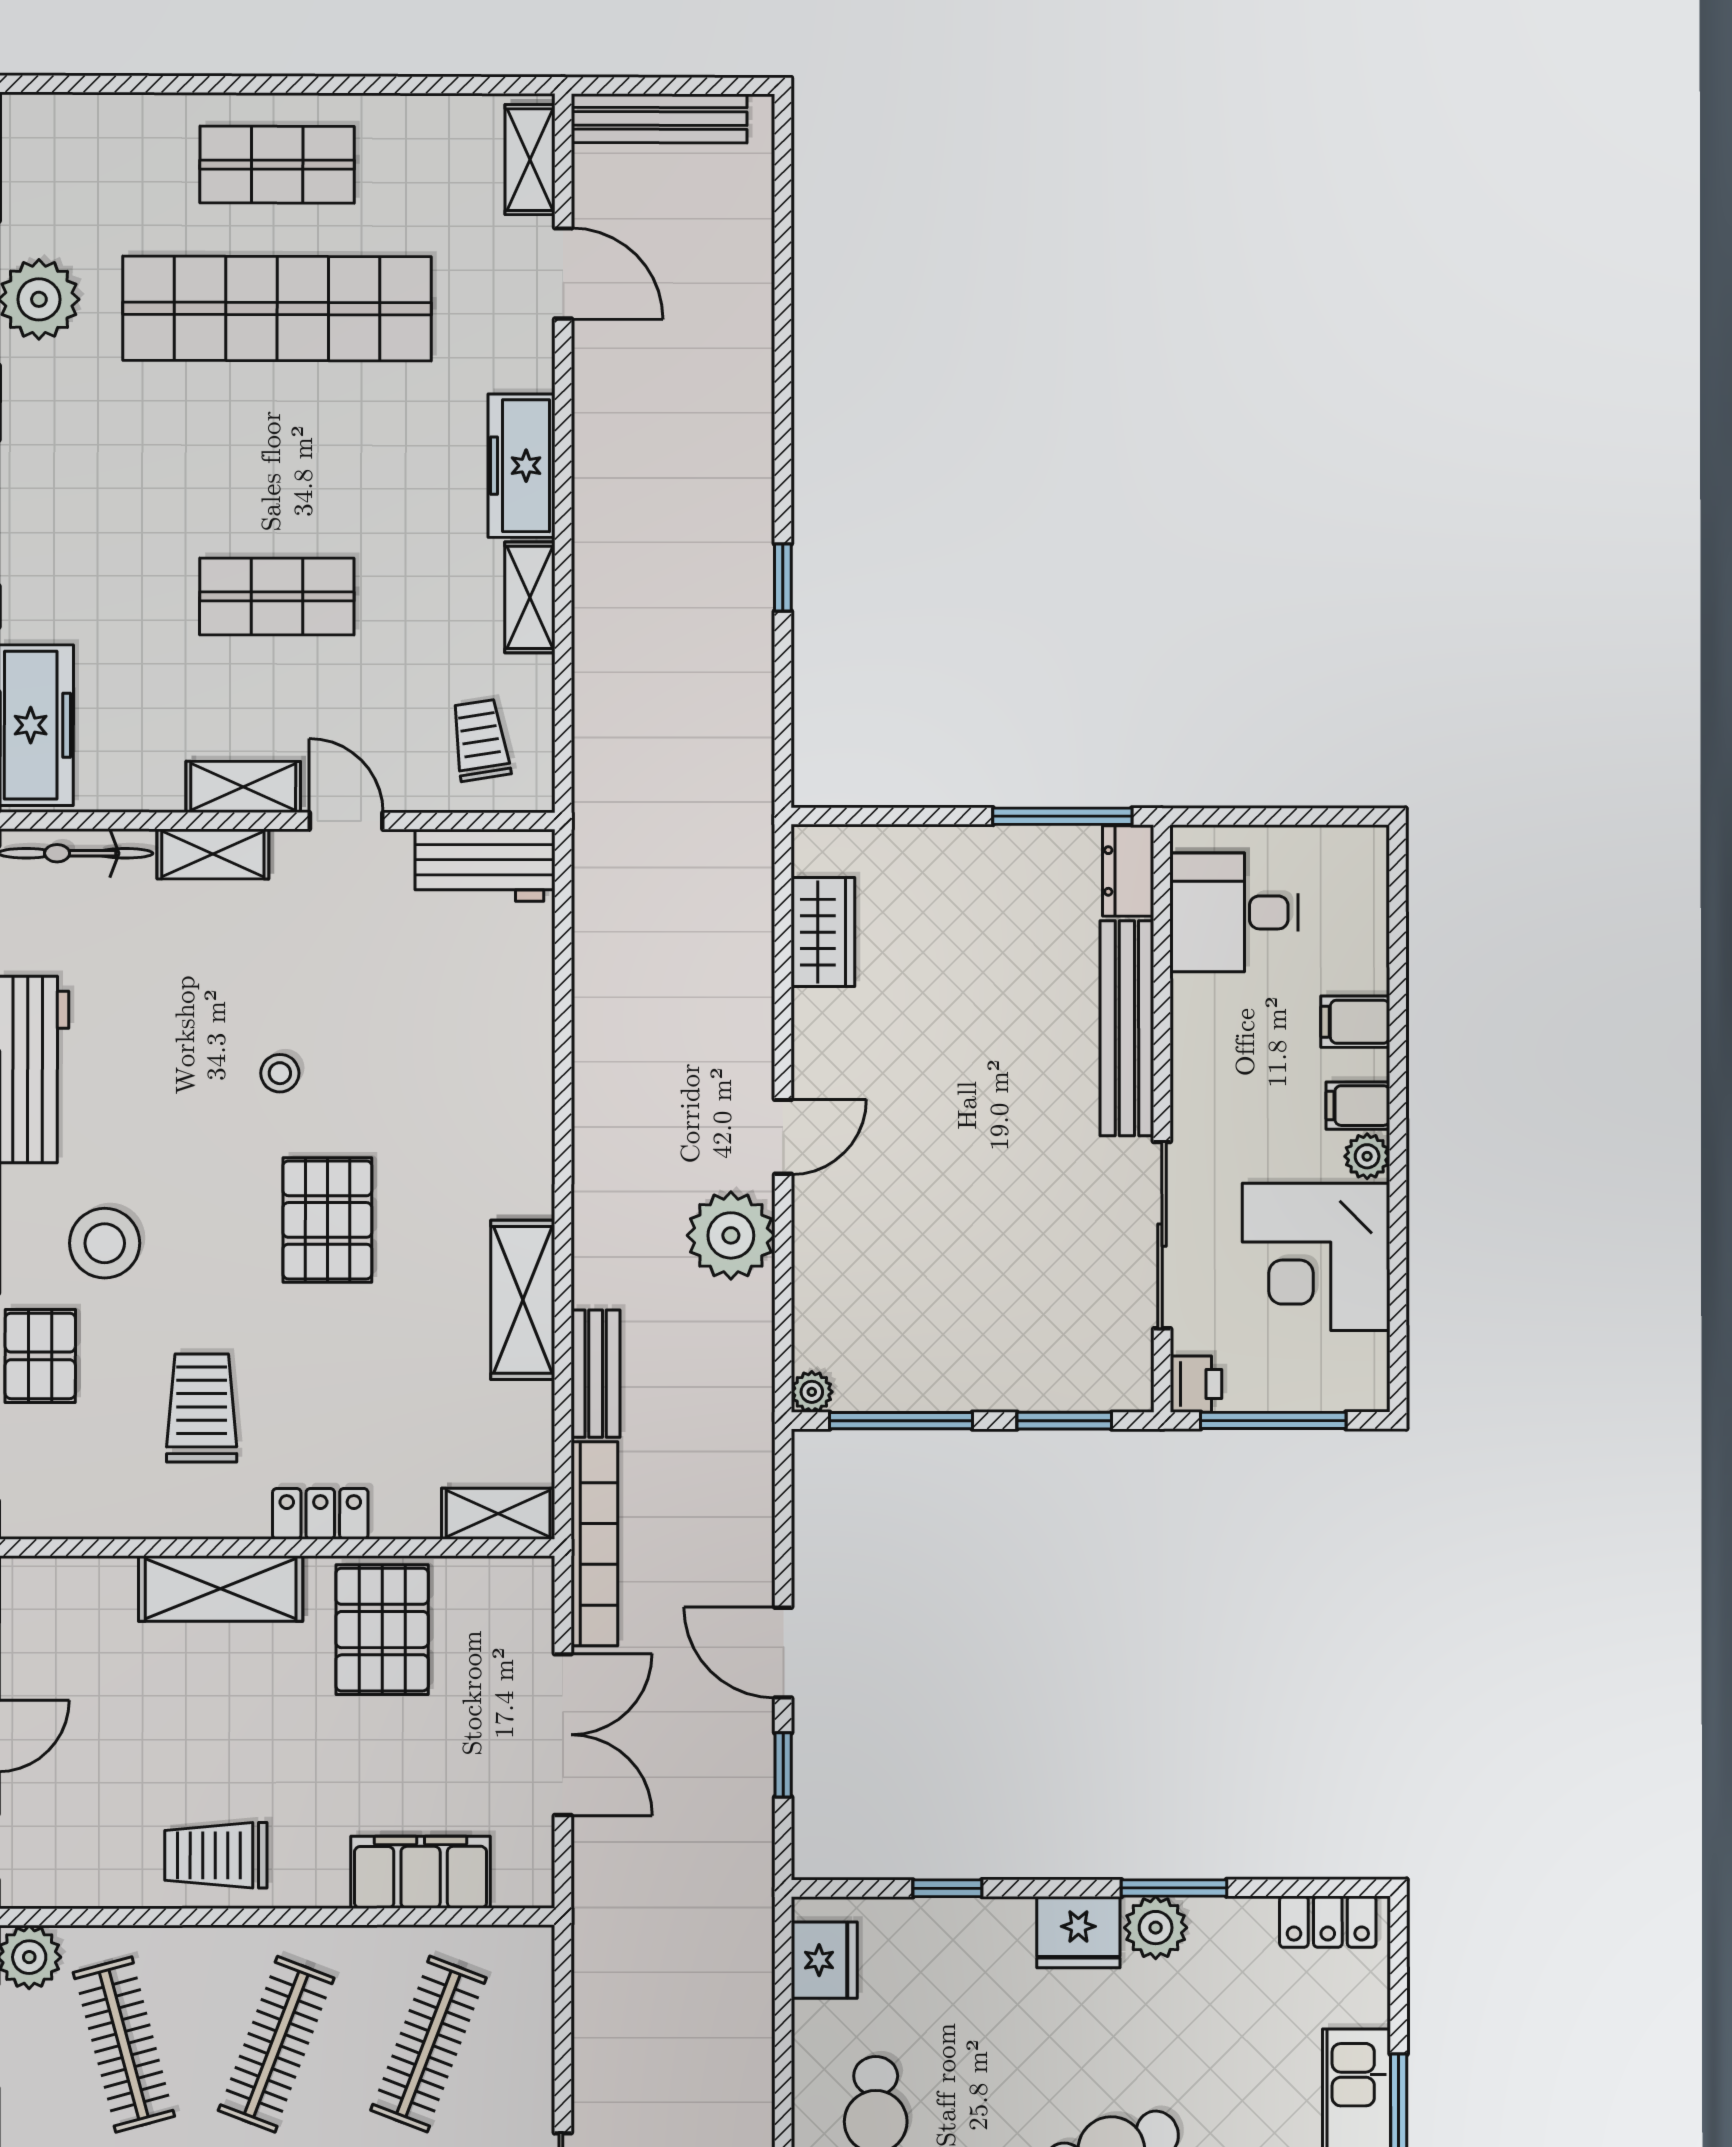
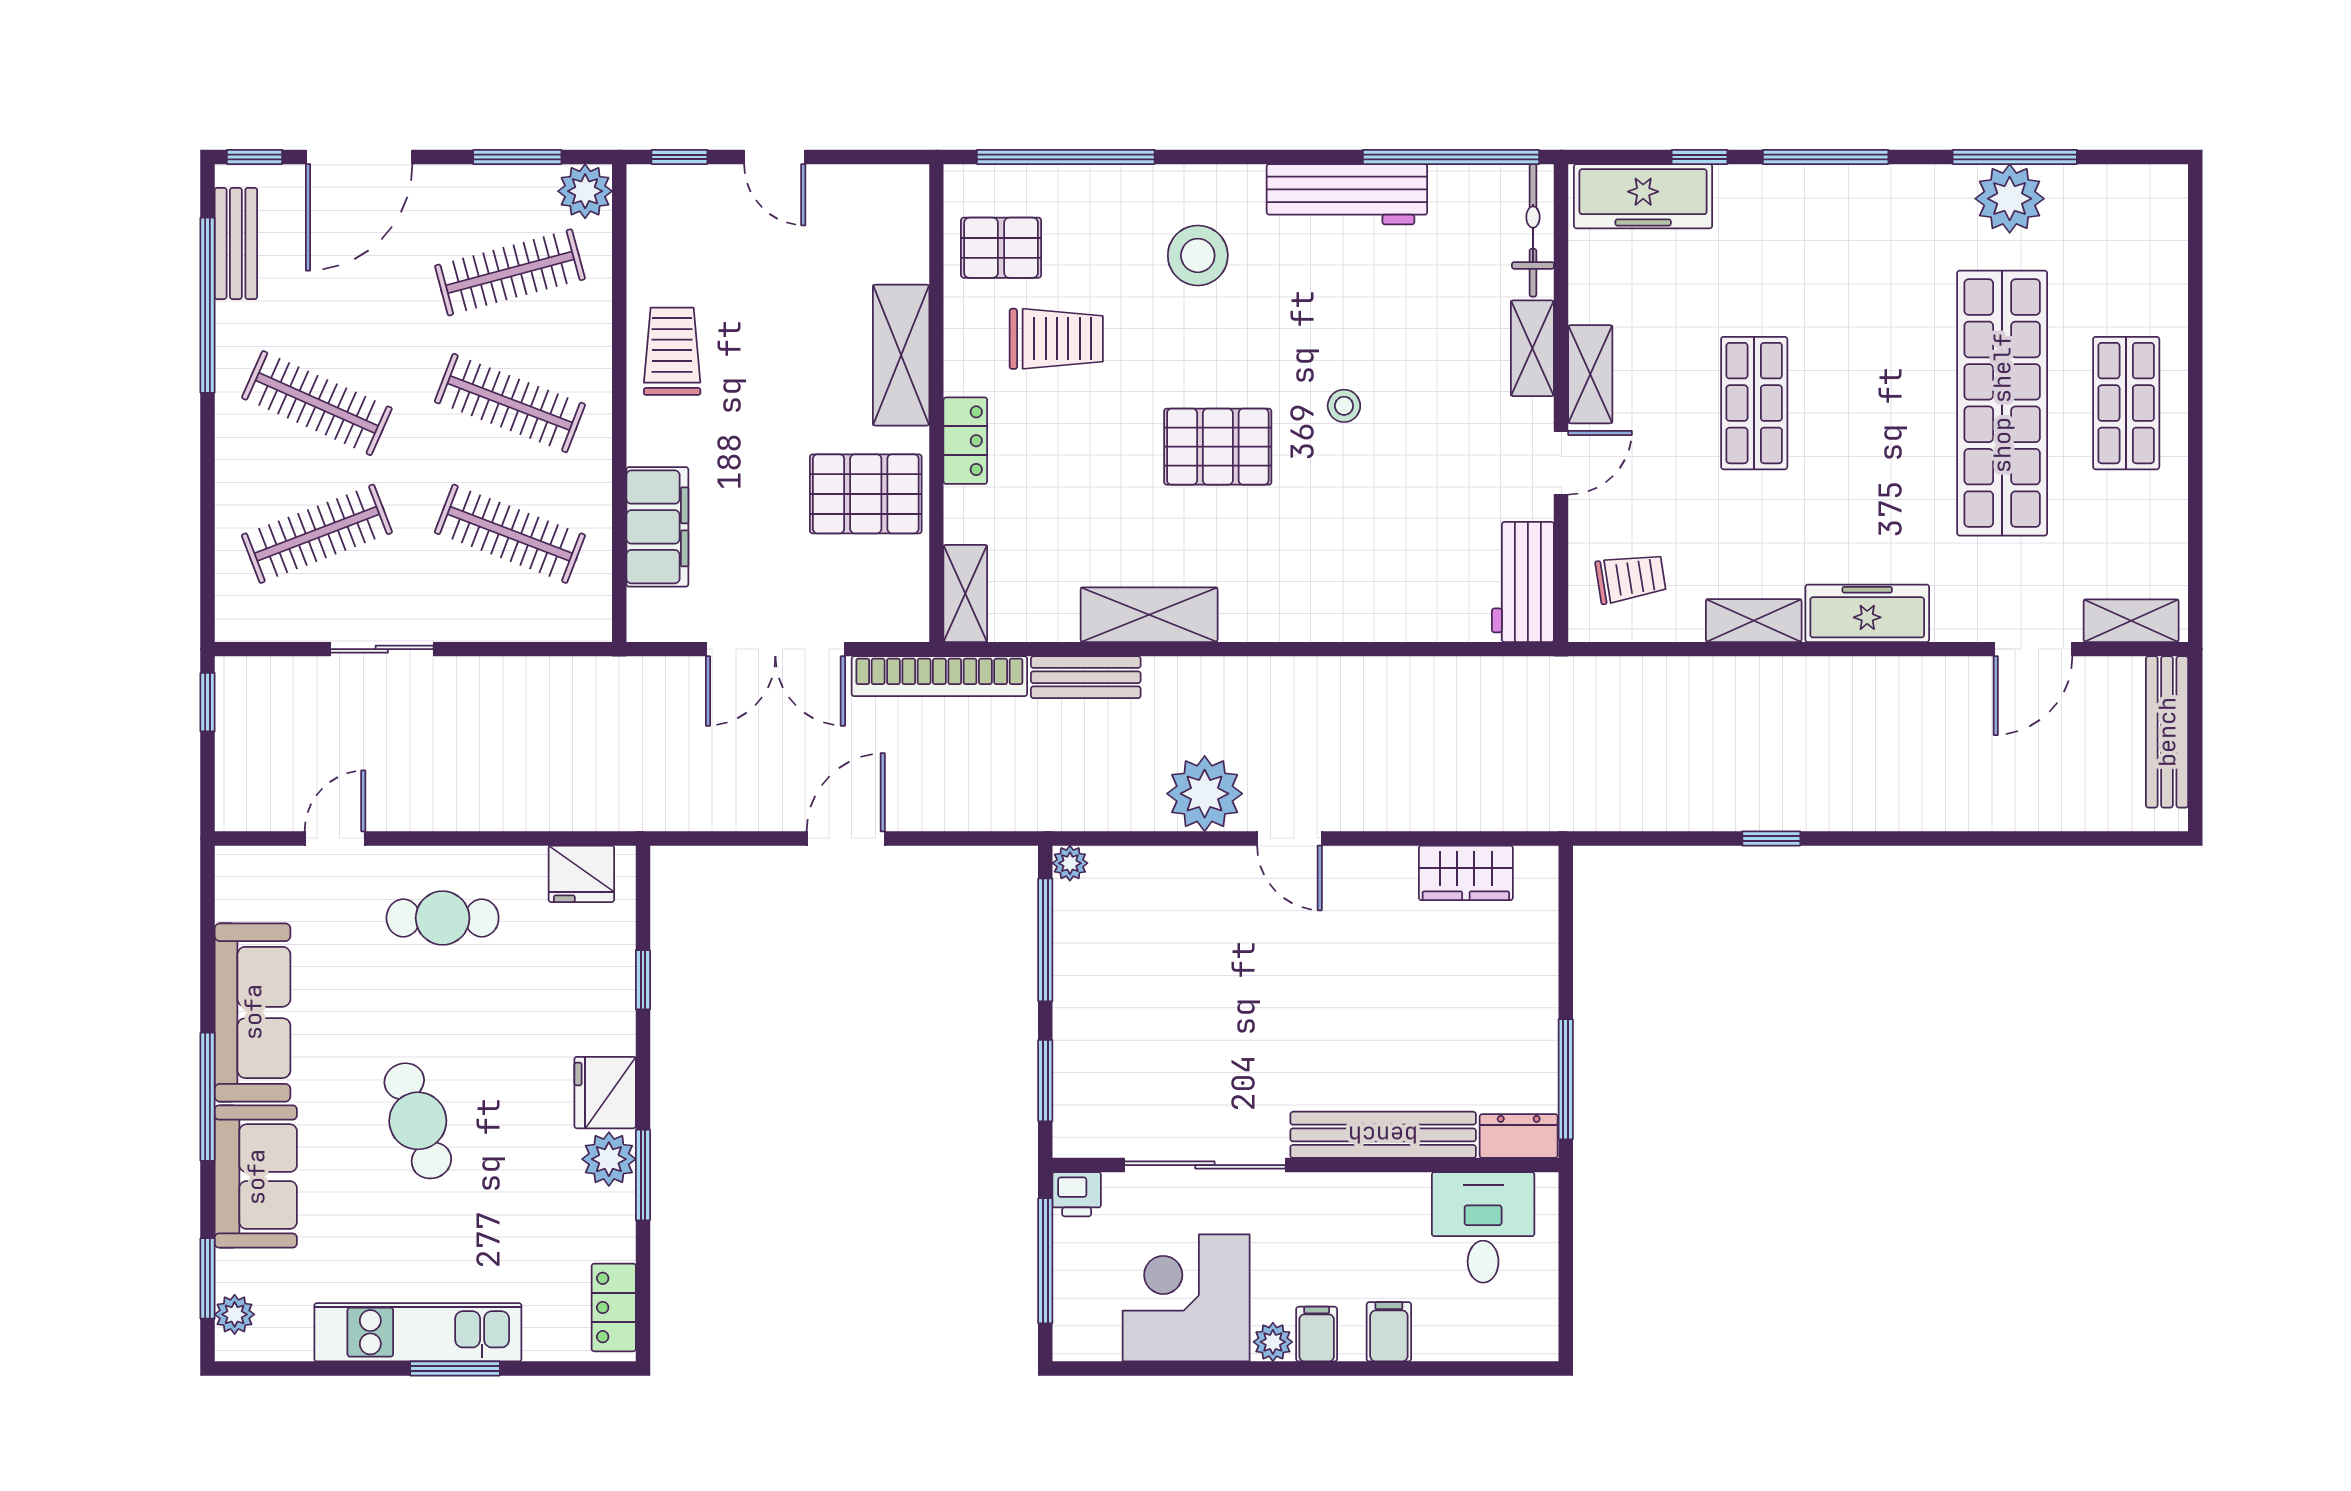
pallet: (40, 1356) -> (1001, 248), moved
window: (783, 1765) -> (749, 838), removed

